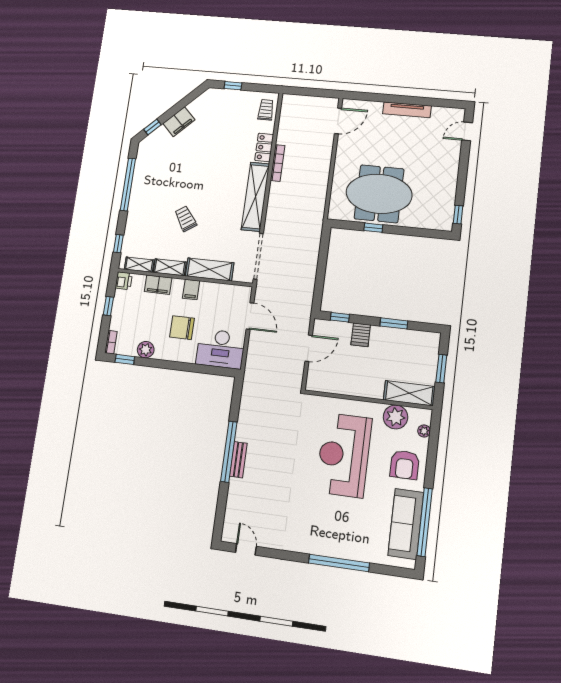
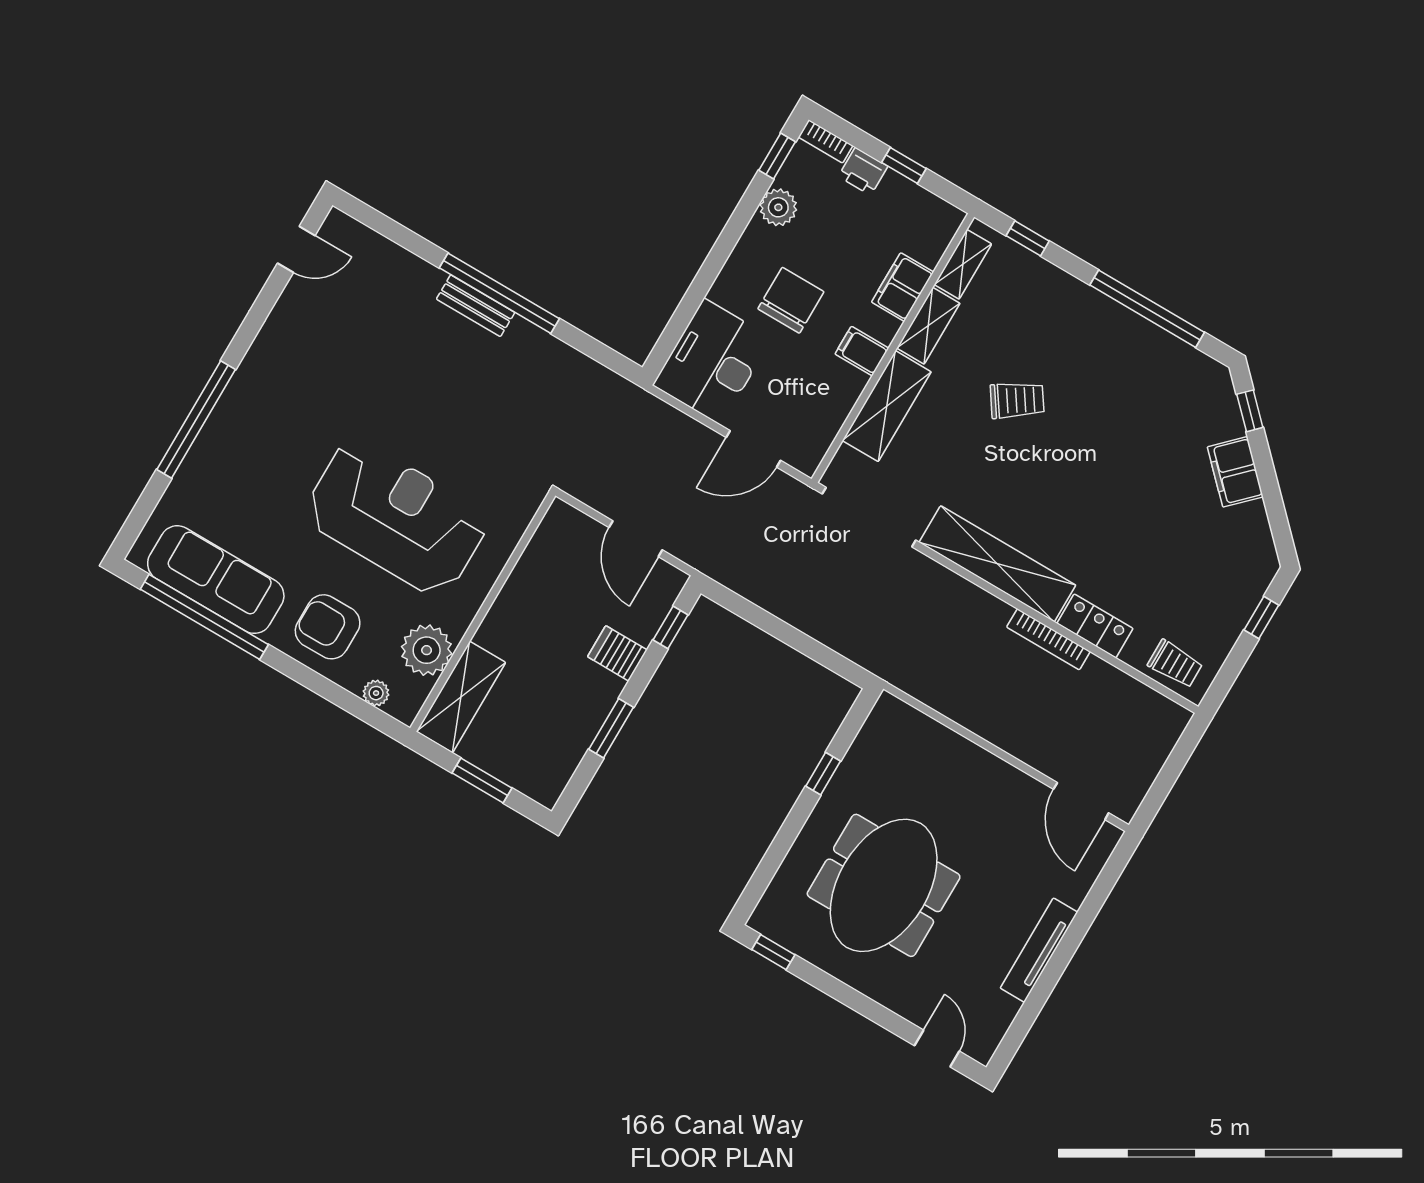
meeting table: (379, 194) -> (884, 885), moved
printer: (124, 281) -> (863, 171), moved

